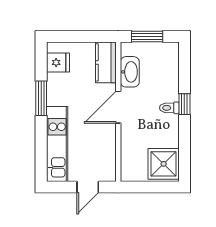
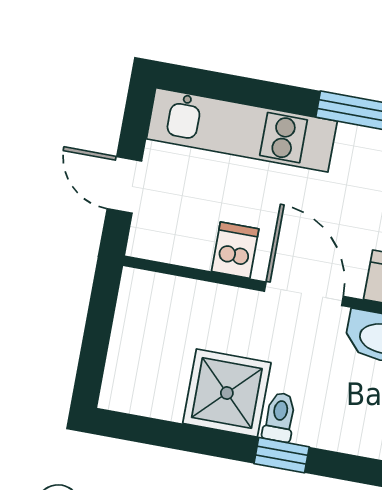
dishwasher: (106, 138) -> (235, 250), added
shower: (164, 164) -> (227, 393), moved

